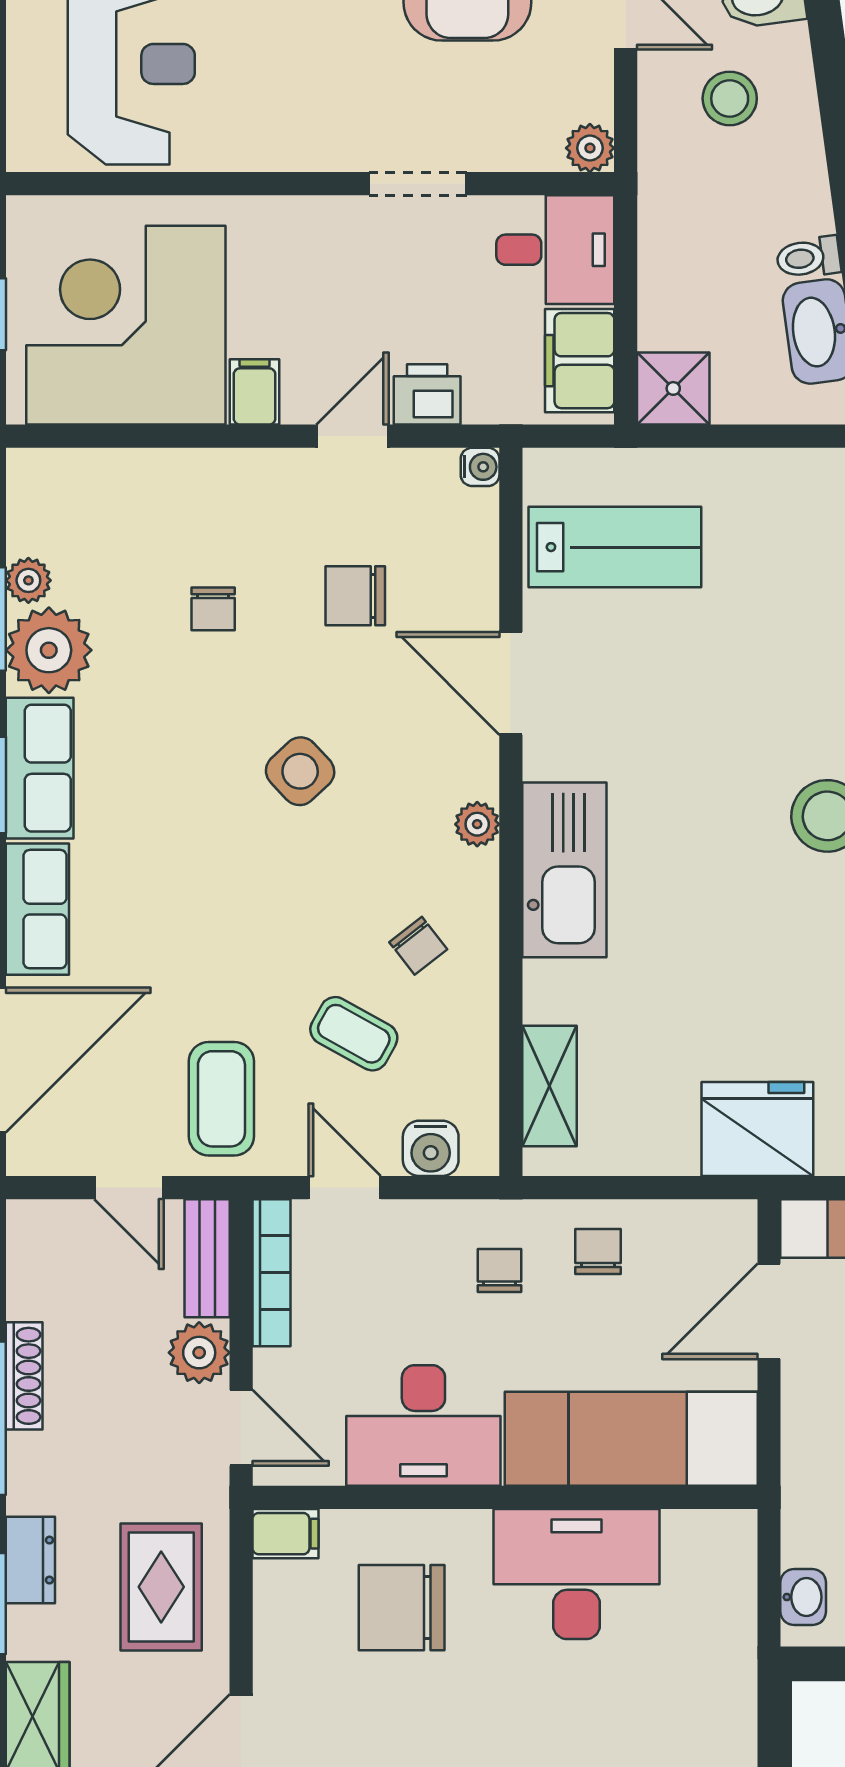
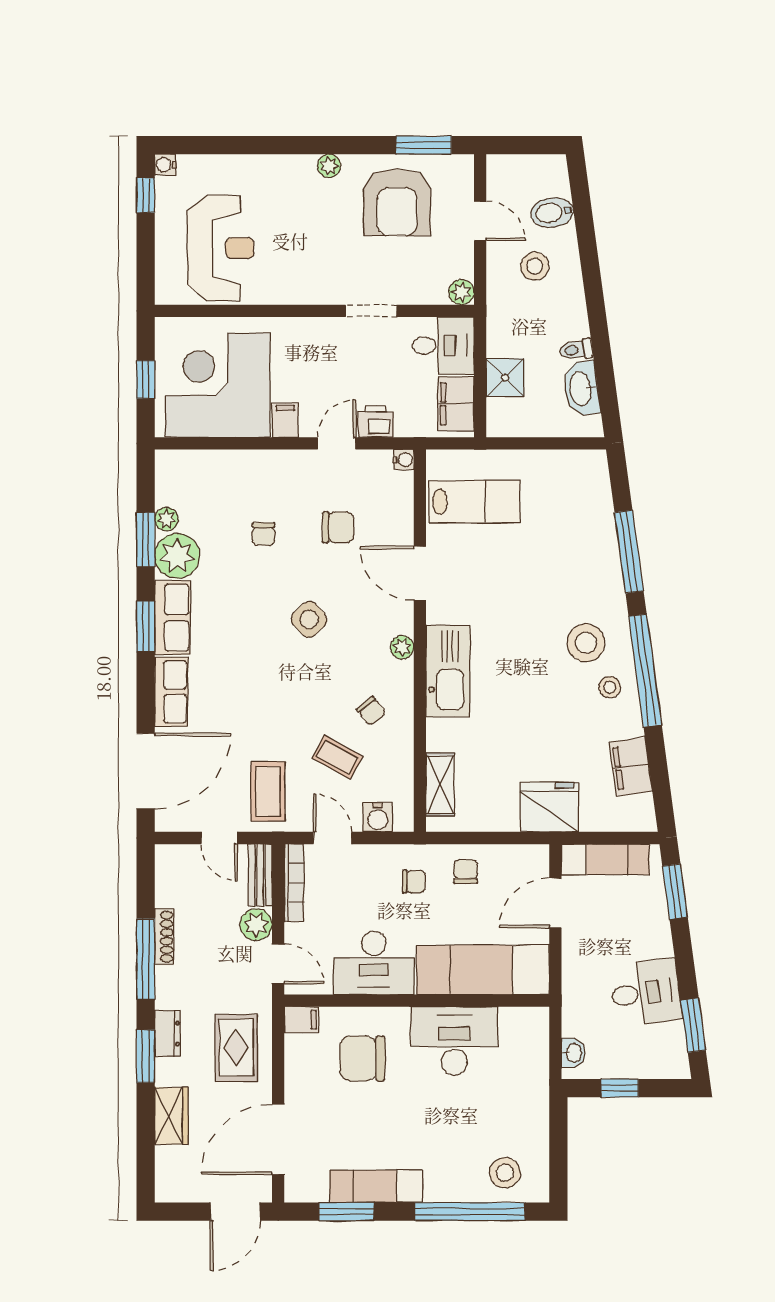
shower: (673, 388) -> (505, 378), moved
chair: (355, 596) -> (338, 527), turned 180
chair: (500, 1271) -> (414, 882), turned 90

